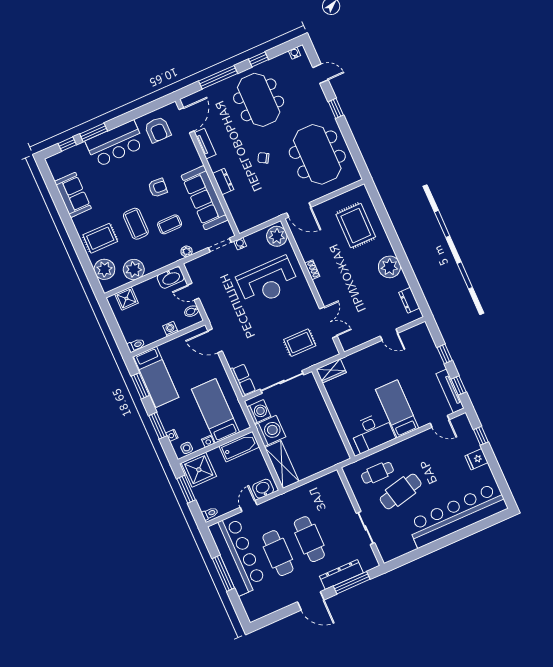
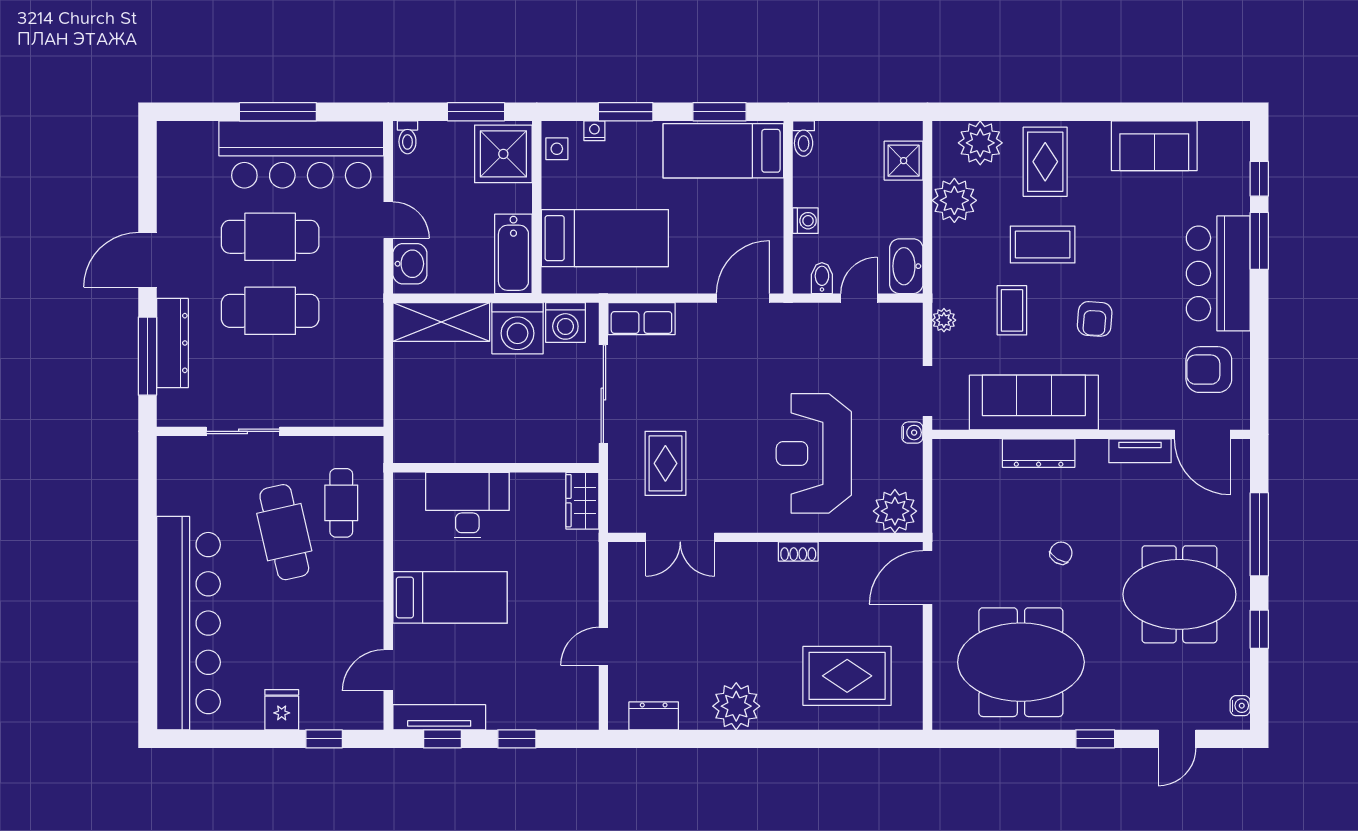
dresser: (223, 182) -> (1039, 453), width x1.44
desk: (372, 432) -> (467, 505), moved, turned 90
nightstand: (208, 441) -> (551, 196), removed

